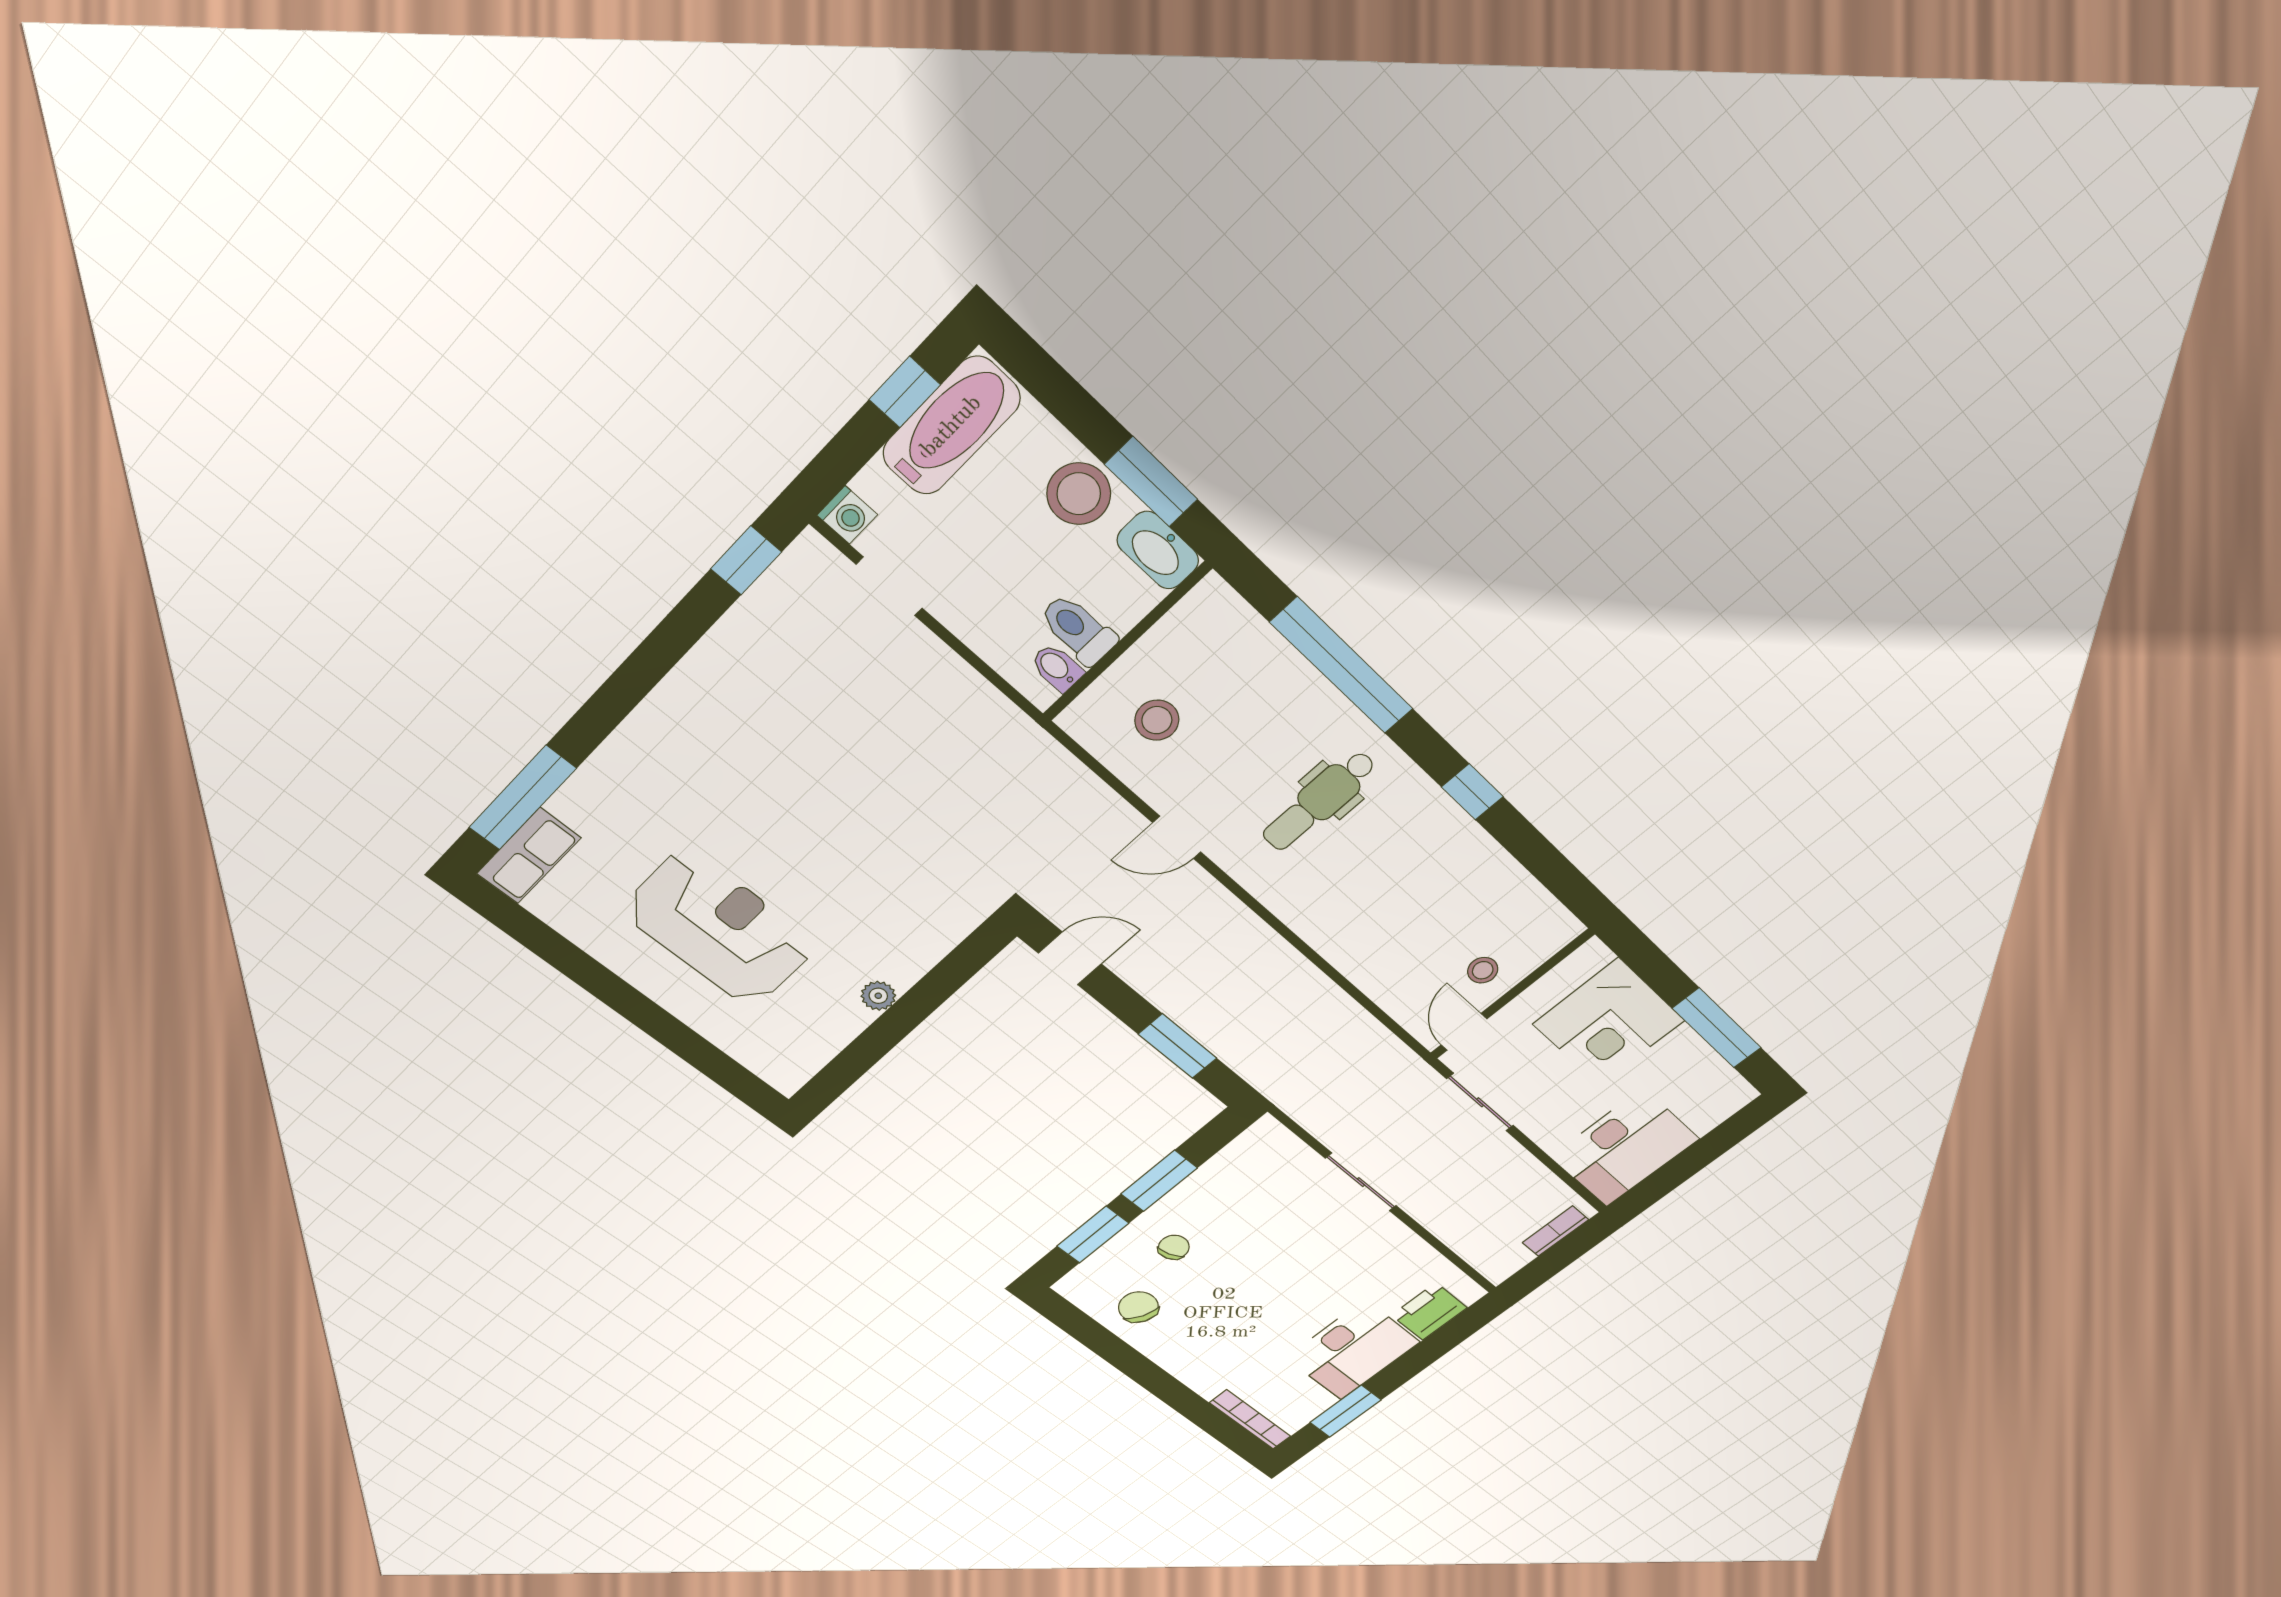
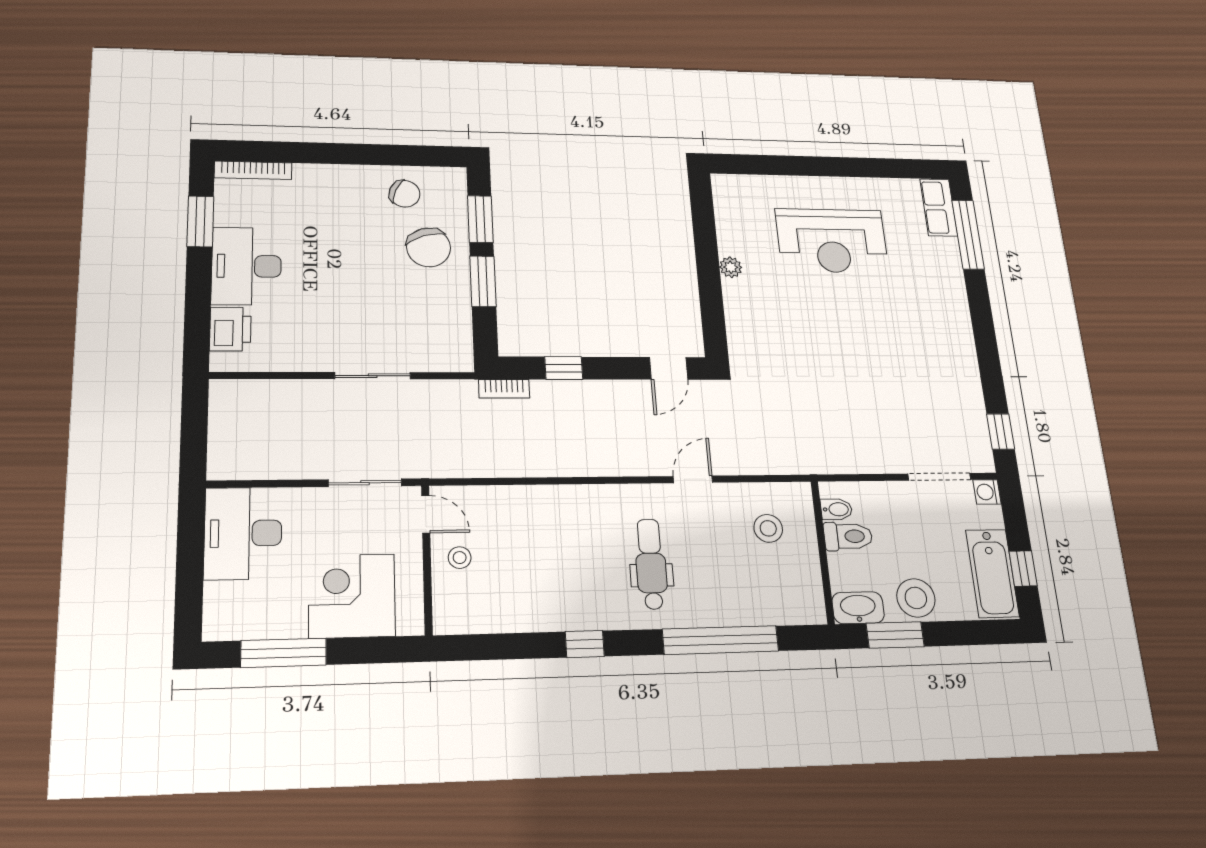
doorway: (889, 586) -> (939, 477), width x1.38
window: (1178, 1046) -> (564, 368), width x0.67
bookcase: (1555, 1231) -> (504, 389), moved, turned 90
chair: (1174, 1247) -> (429, 247), width x1.87, depth x1.87

